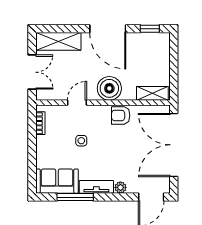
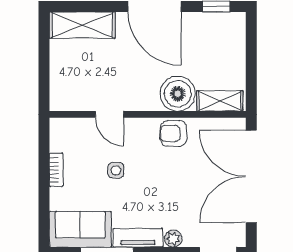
double door: (32, 72) -> (44, 70), removed
boiler: (109, 88) -> (178, 94), moved
door: (77, 103) -> (109, 114), swing flipped
bookcase: (40, 123) -> (56, 170), moved

